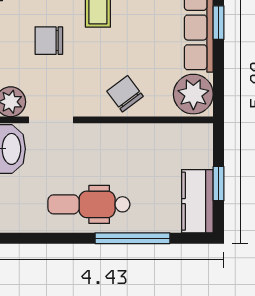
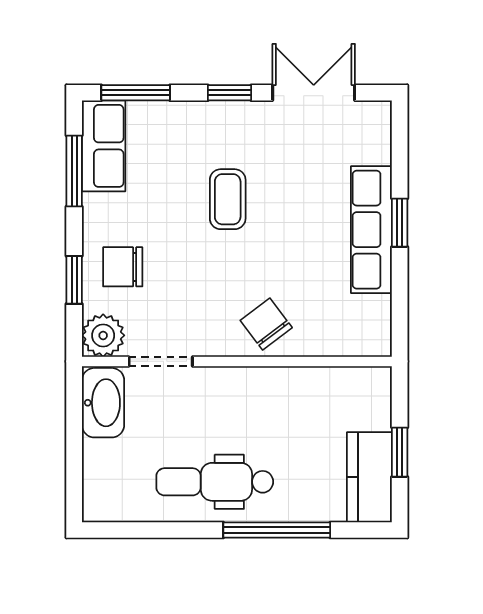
chair: (49, 41) -> (123, 267), moved
plant: (193, 94) -> (364, 325), removed

